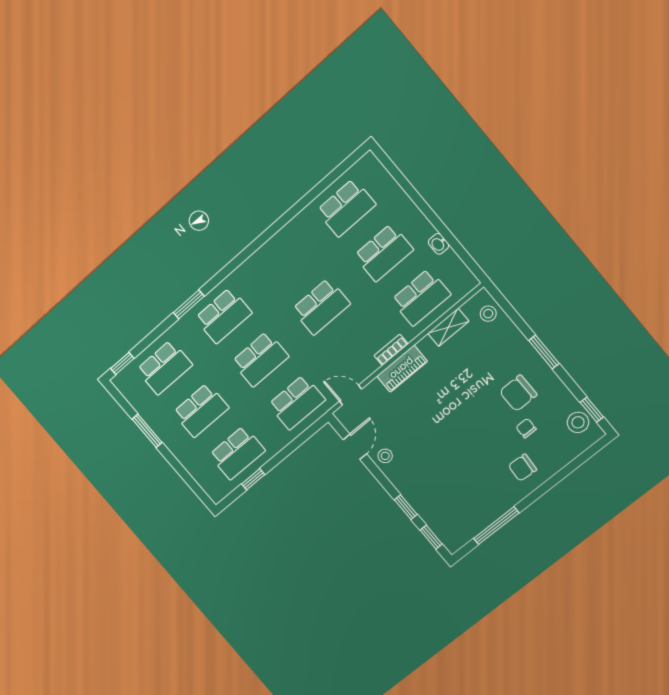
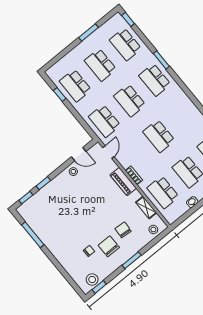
chair: (522, 468) -> (123, 230), moved

